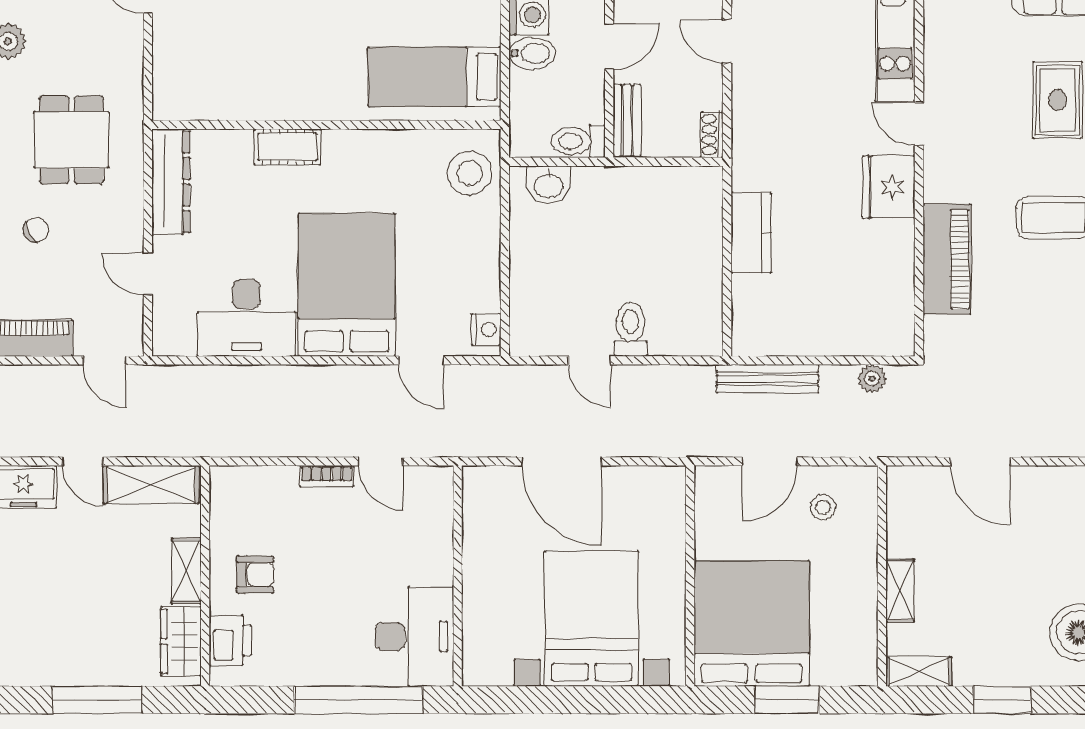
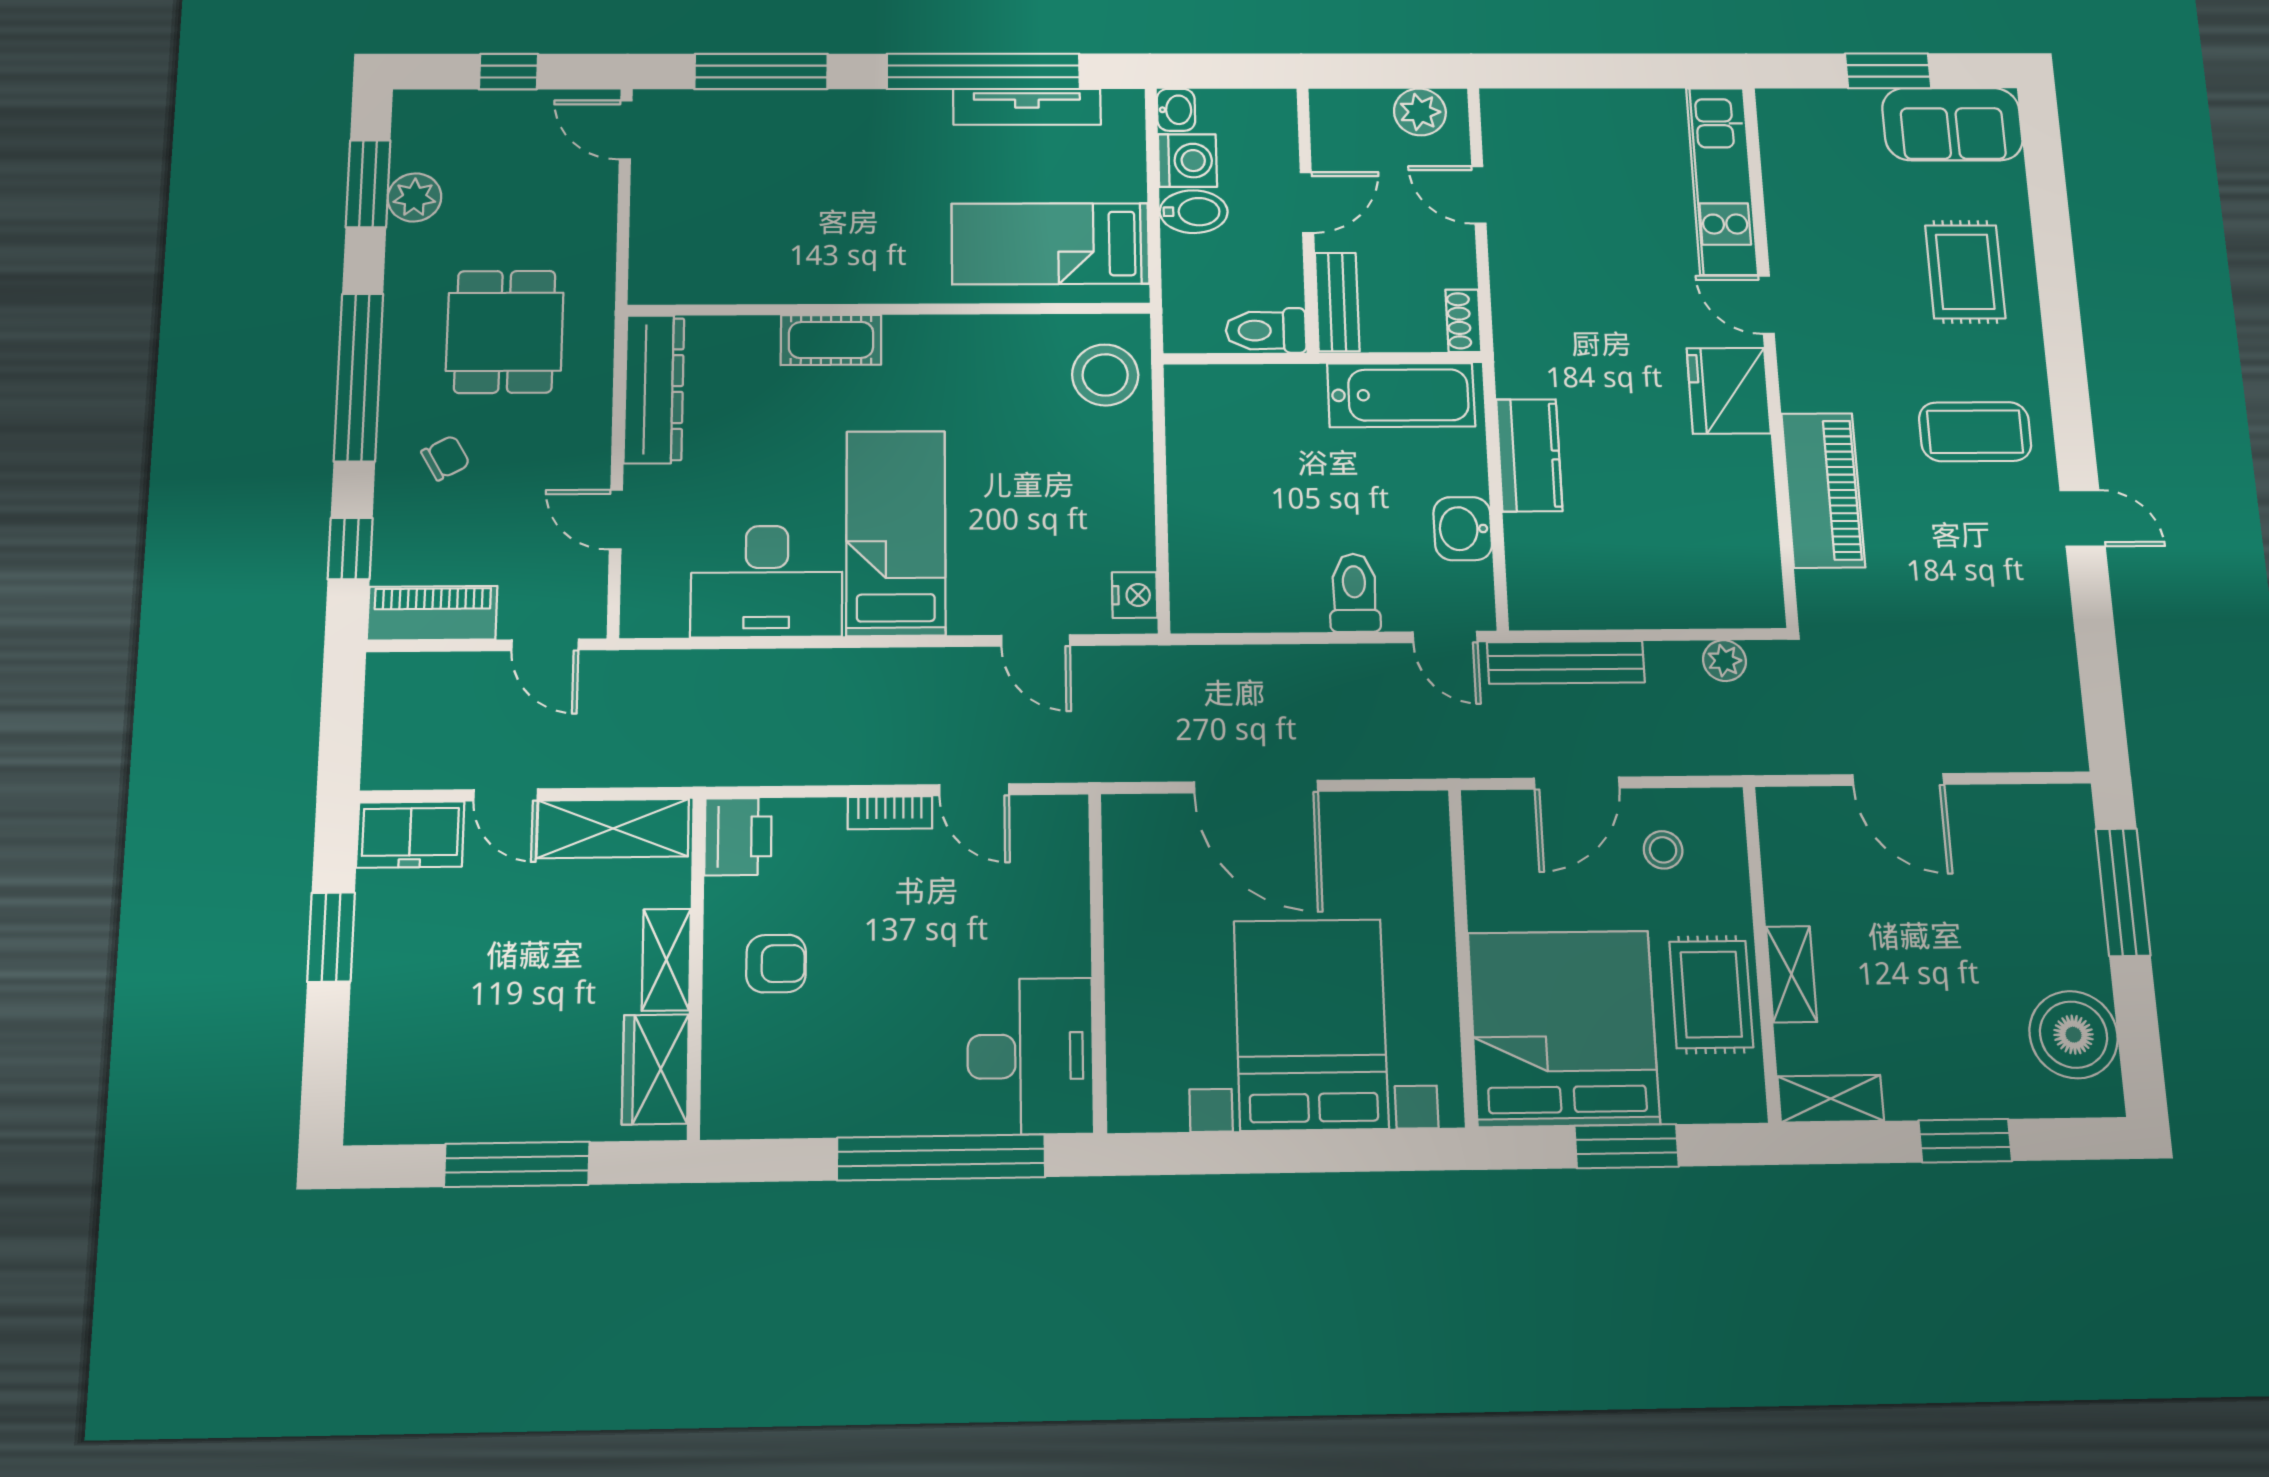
washbasin: (549, 185) -> (1463, 529), moved, turned 90
bathtub: (667, 189) -> (1401, 395), added
bed: (347, 285) -> (896, 533), width x0.67
door: (589, 360) -> (1445, 637), moved
rug: (848, 603) -> (1711, 994), added
printer: (230, 640) -> (738, 837), moved

